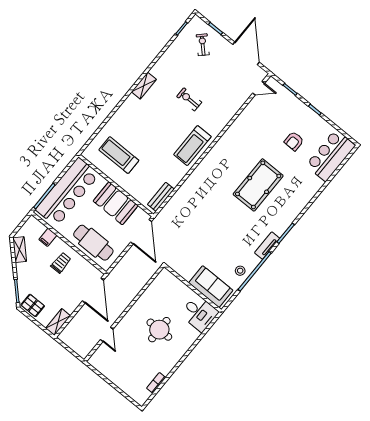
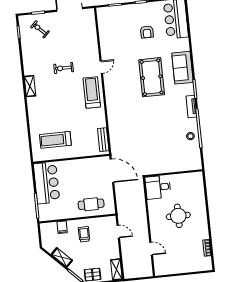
door: (259, 88) -> (101, 67), moved
treadmill: (192, 146) -> (92, 92), turned 180
bar counter: (67, 192) -> (47, 183), width x0.73
booth: (116, 203) -> (81, 169), removed
cafe table: (93, 243) -> (91, 204), width x0.73, depth x0.74
shelving: (20, 250) -> (62, 257), moved
sofa: (211, 287) -> (182, 68), moved, turned -90
door: (93, 290) -> (118, 232), width x0.53
desk: (199, 313) -> (158, 187), moved, turned 180

